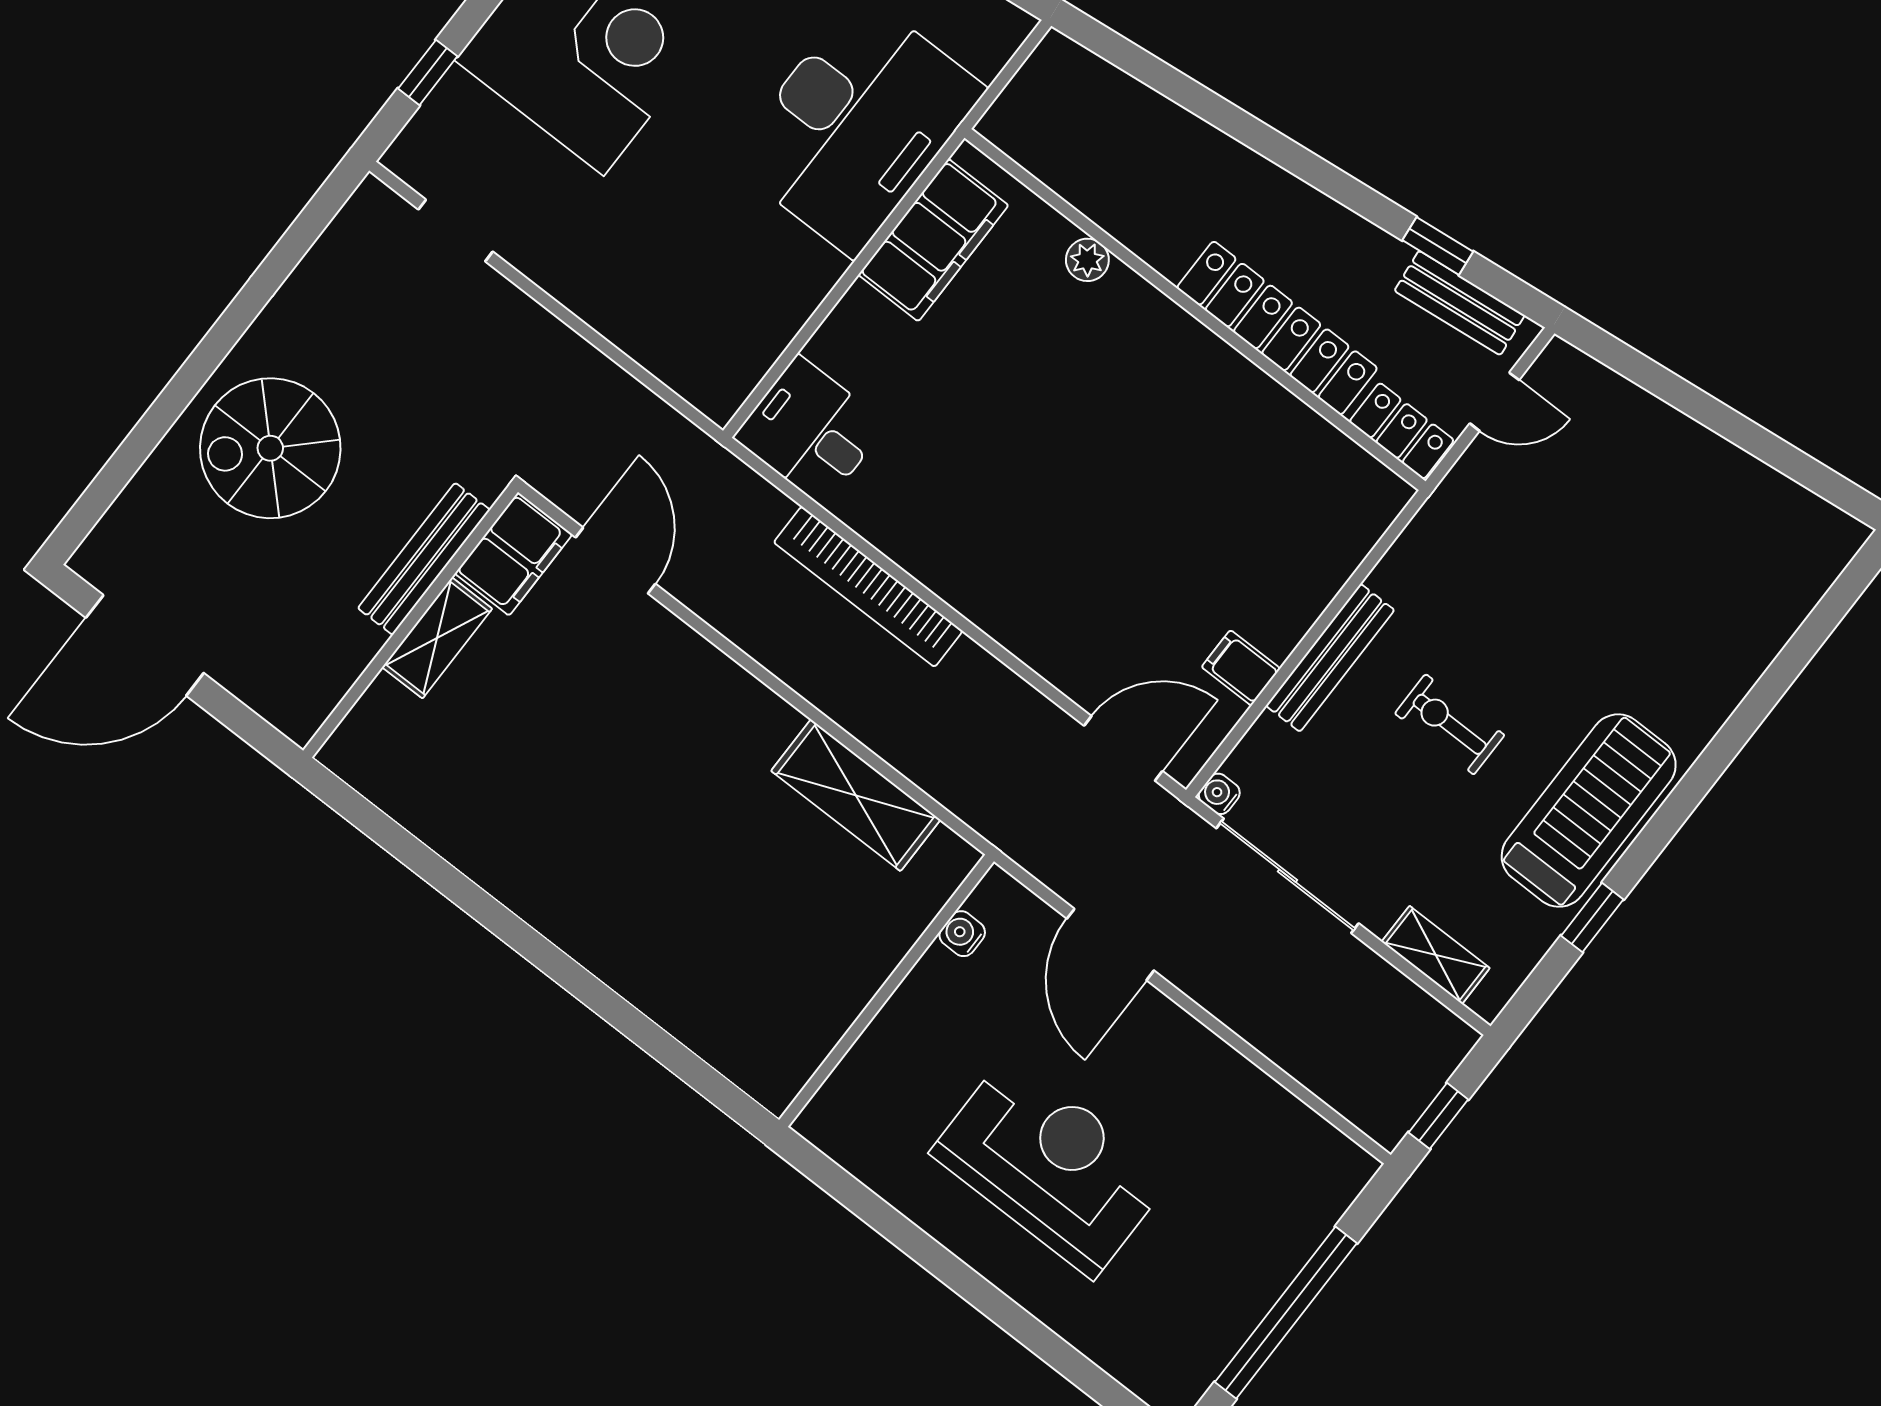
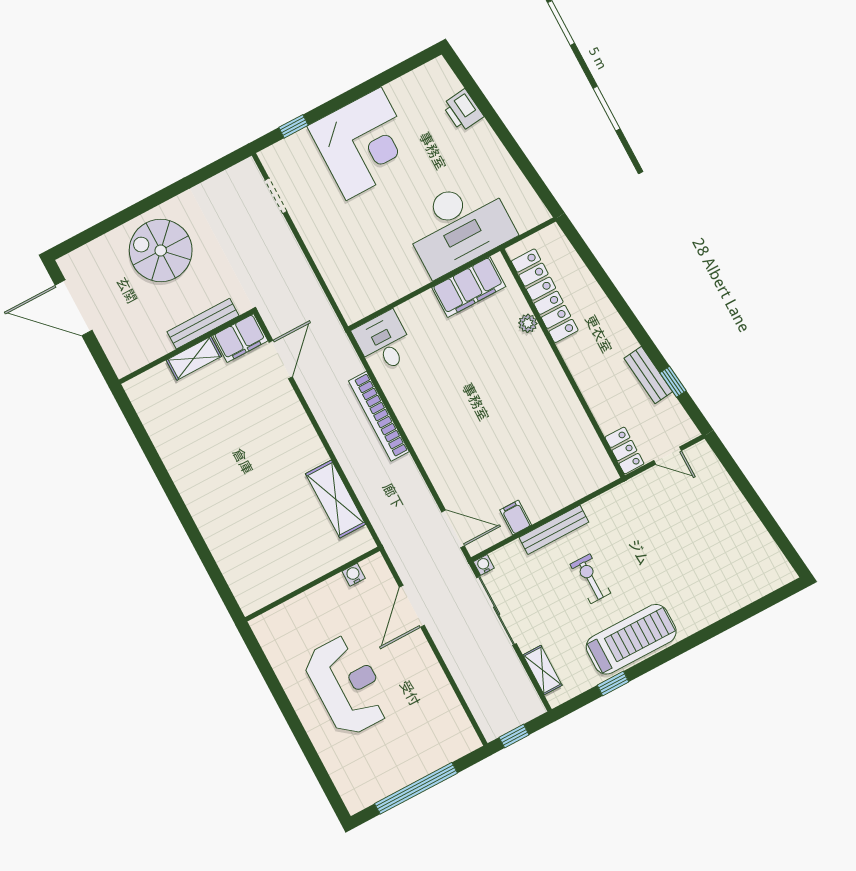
bench: (1460, 303) -> (648, 375), moved
locker: (1277, 328) -> (545, 296), moved

